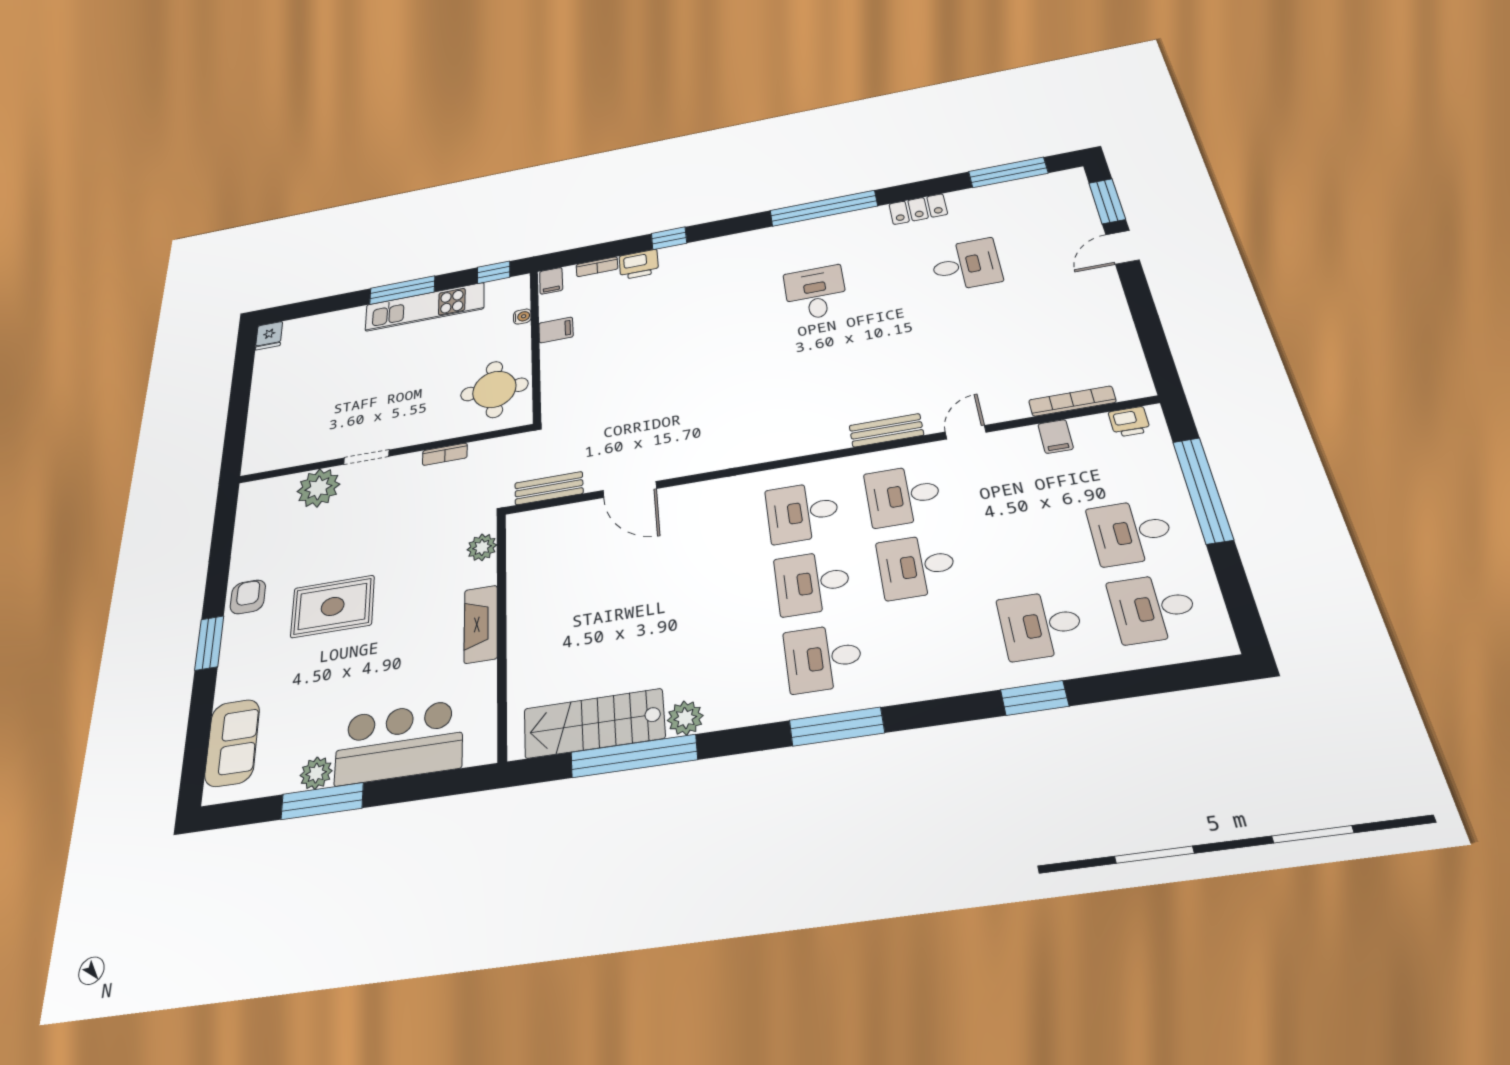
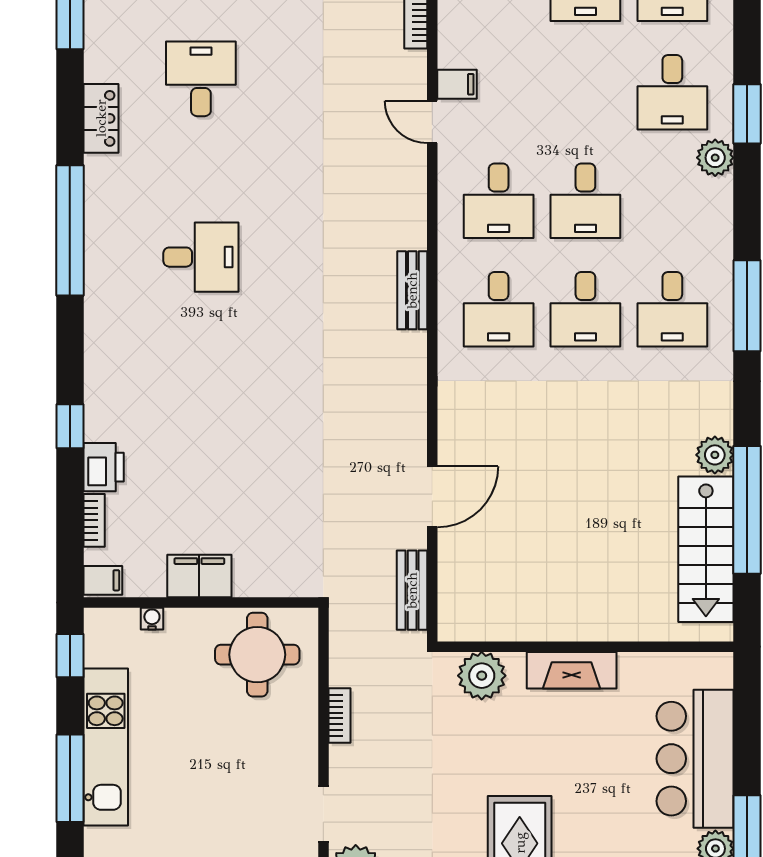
desk: (816, 293) -> (201, 257), turned 180
filing cabinet: (556, 330) -> (199, 576), width x2.00
bench: (886, 430) -> (412, 290), moved
filing cabinet: (1056, 436) -> (457, 84), moved
plant: (482, 547) -> (482, 676), width x1.36, depth x1.36
plant: (982, 674) -> (715, 158), added

